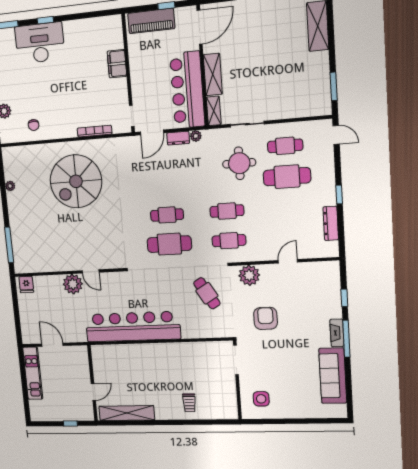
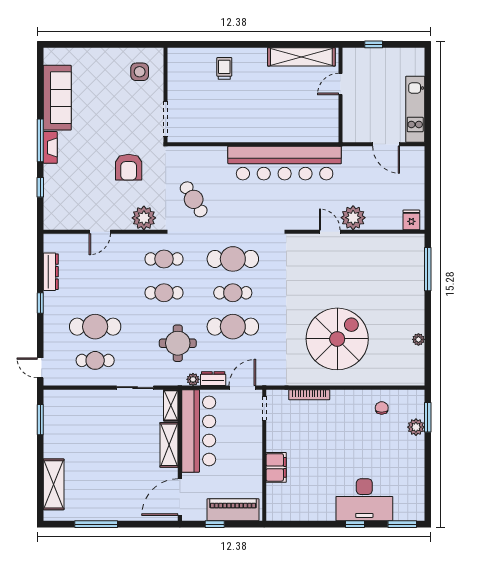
round table: (239, 163) -> (178, 343), moved
cafe table: (165, 186) -> (233, 327), added

